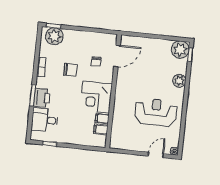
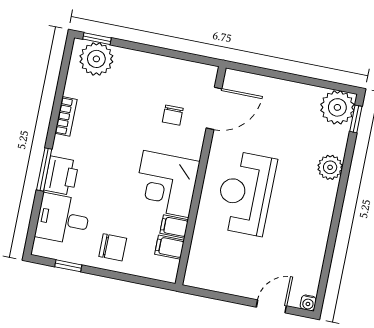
chair: (70, 70) -> (113, 247), moved
reception desk: (156, 112) -> (245, 193), moved, turned -90

